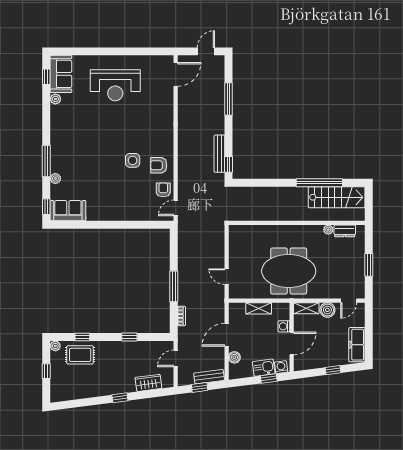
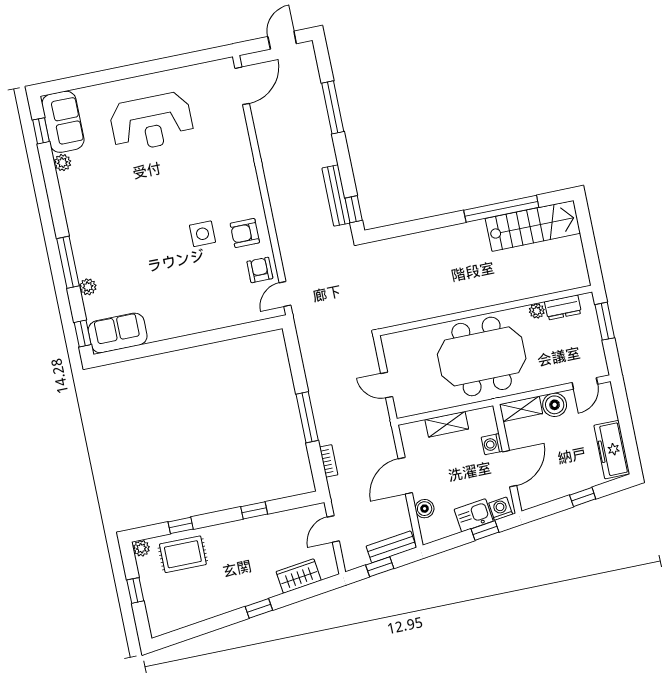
wall: (297, 223) -> (485, 311), moved
plant: (328, 230) -> (537, 311), moved
dresser: (345, 231) -> (563, 307), moved

